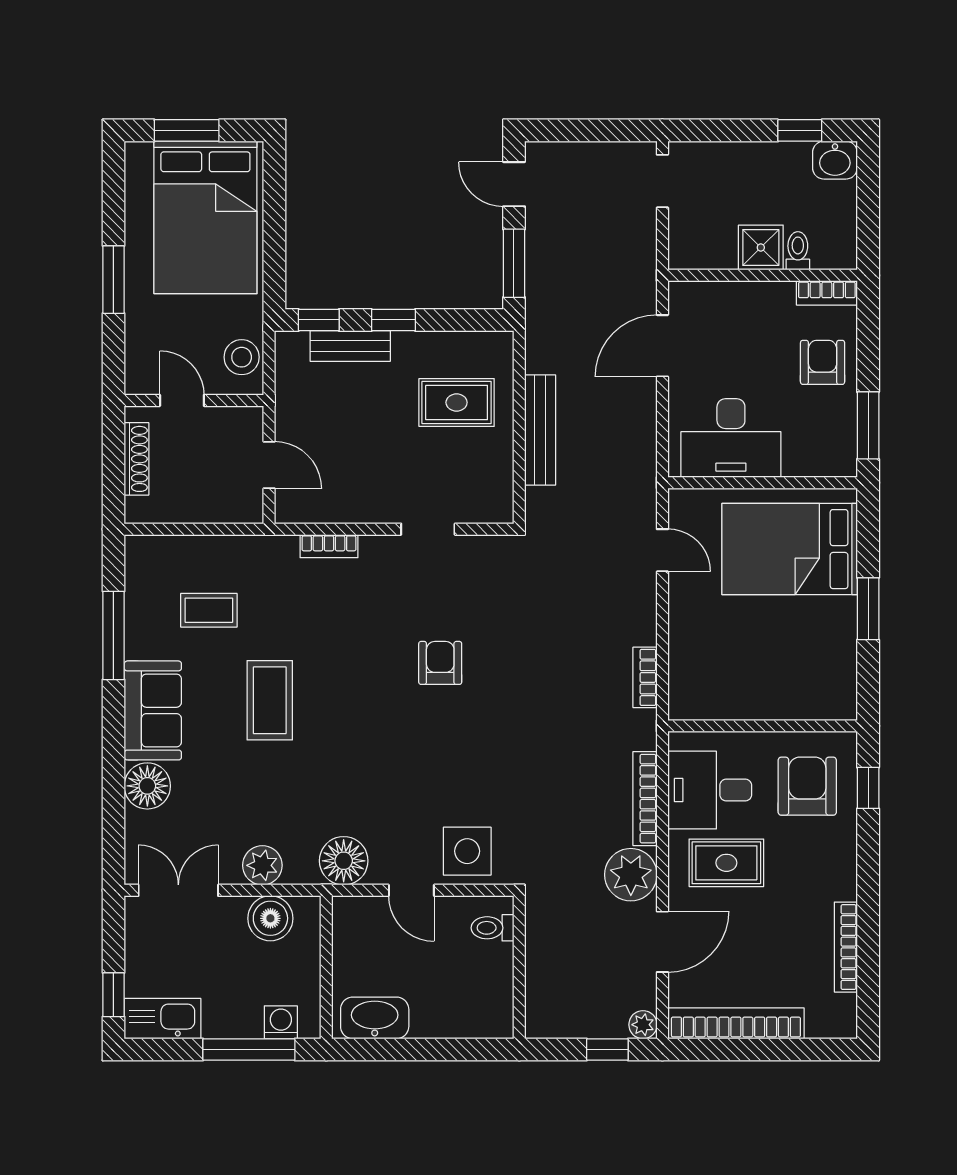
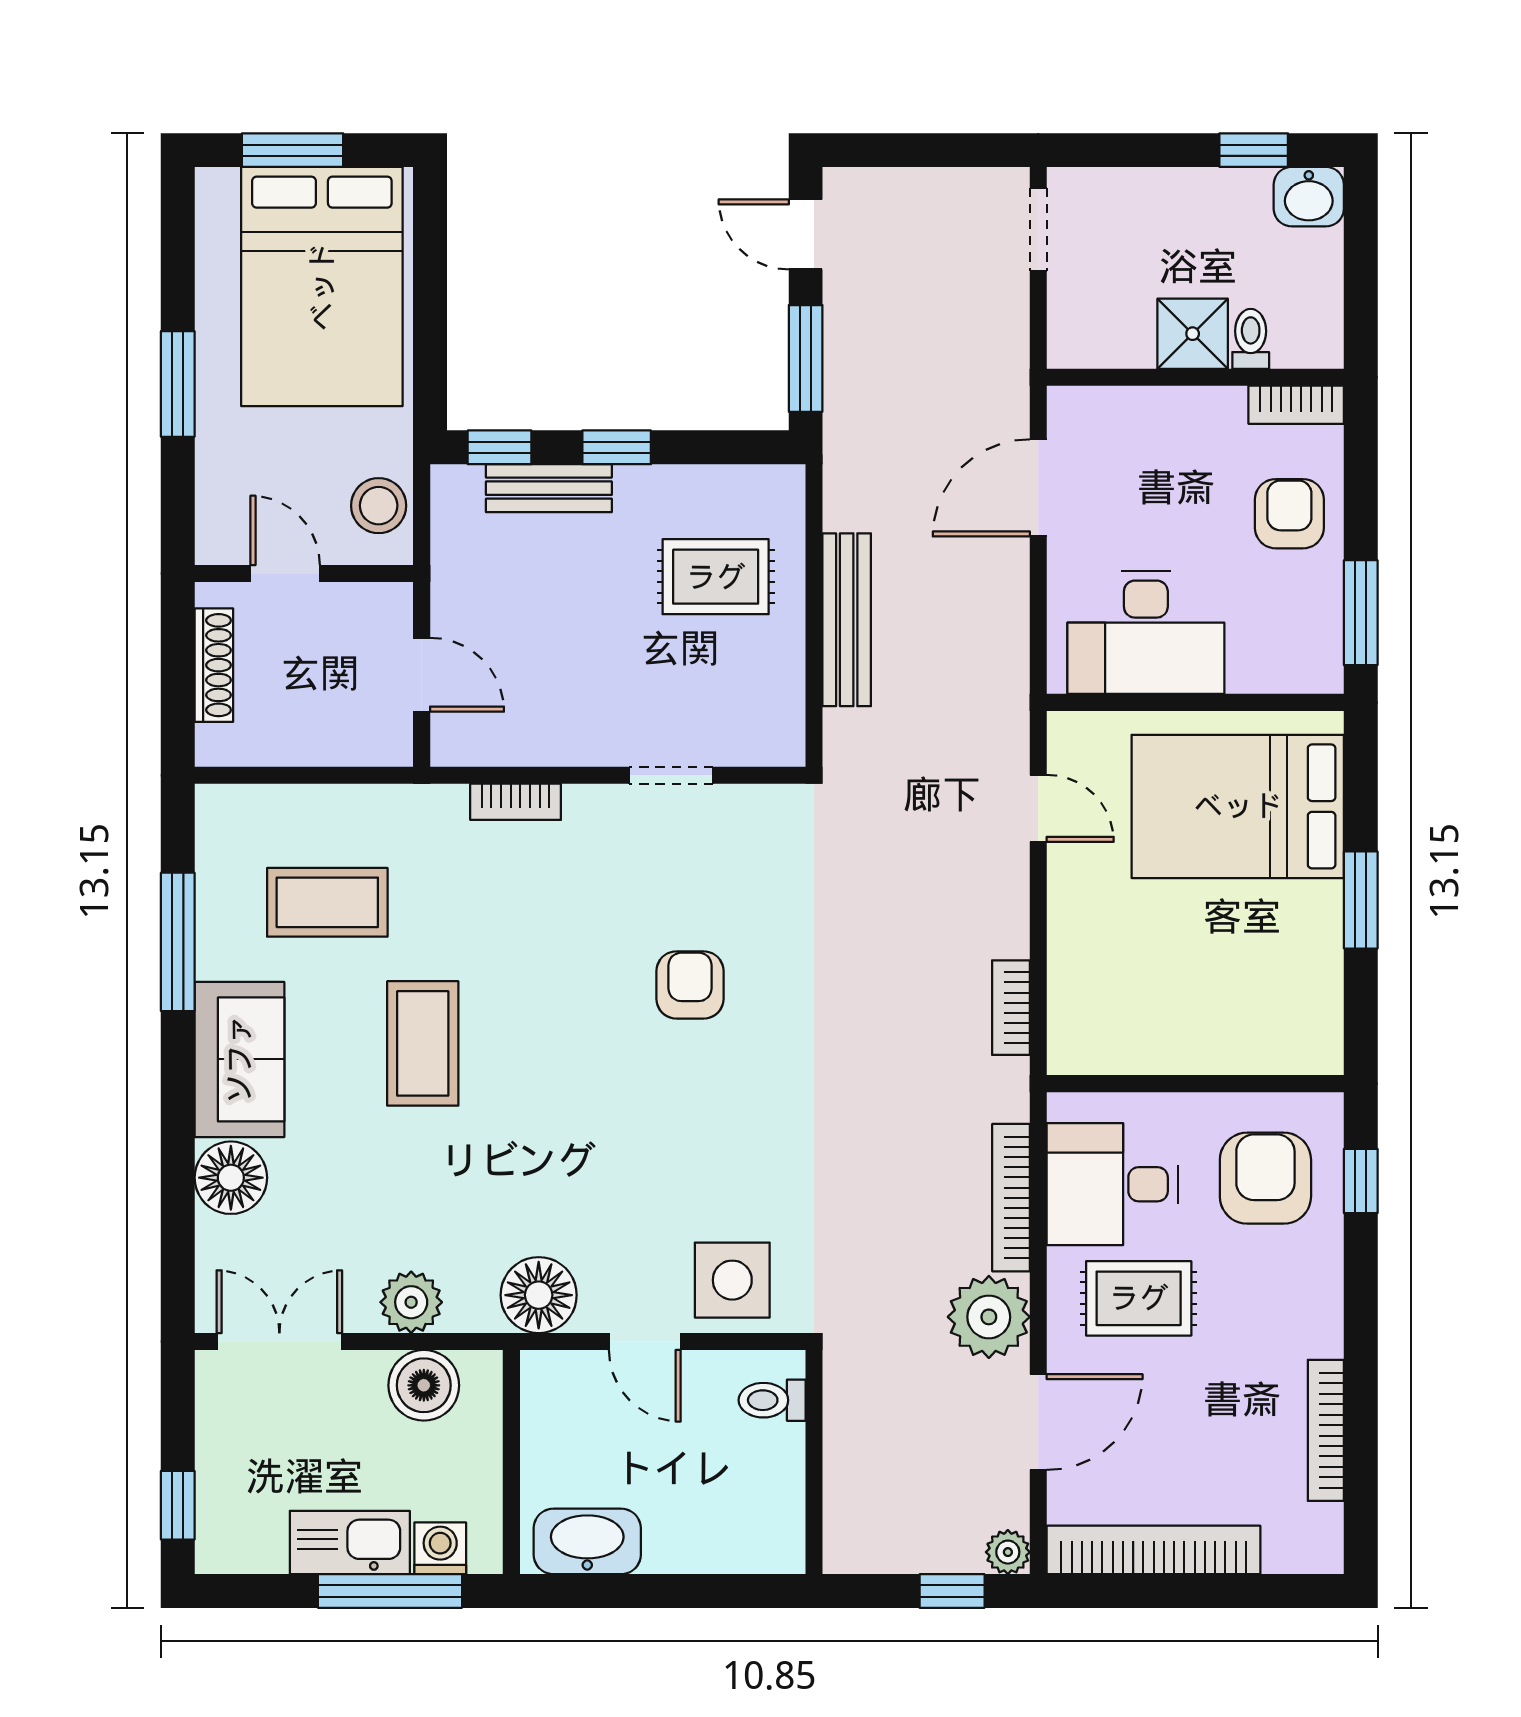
coffee table: (209, 610) -> (327, 902), width x1.36, depth x1.30
kitchen sink: (163, 1019) -> (350, 1543), moved

